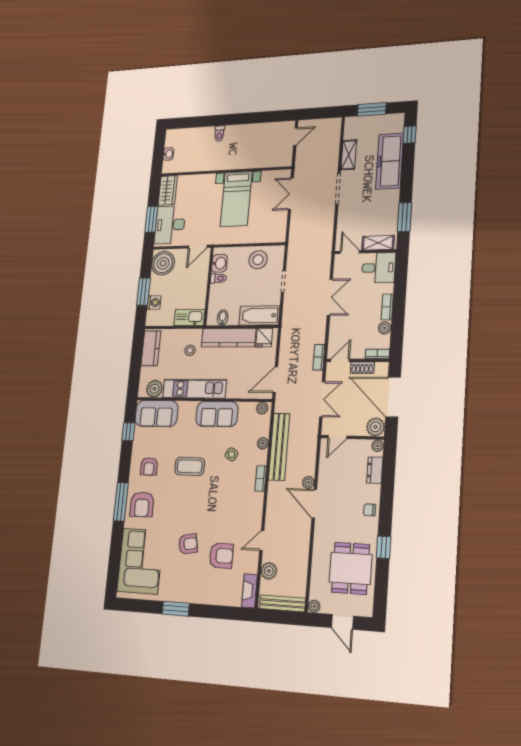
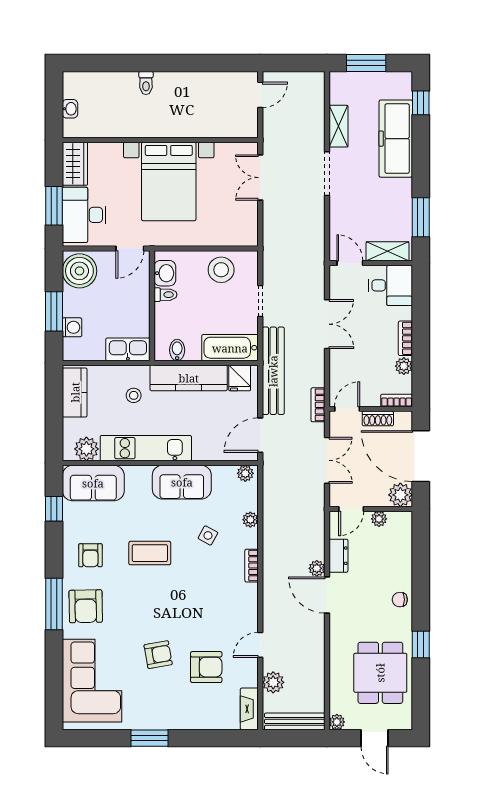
bed with nightstands: (236, 199) -> (169, 181), width x1.36
plant: (378, 446) -> (379, 519), moved
bench: (279, 447) -> (273, 371), moved
dresser: (375, 470) -> (338, 556), moved, turned 180

